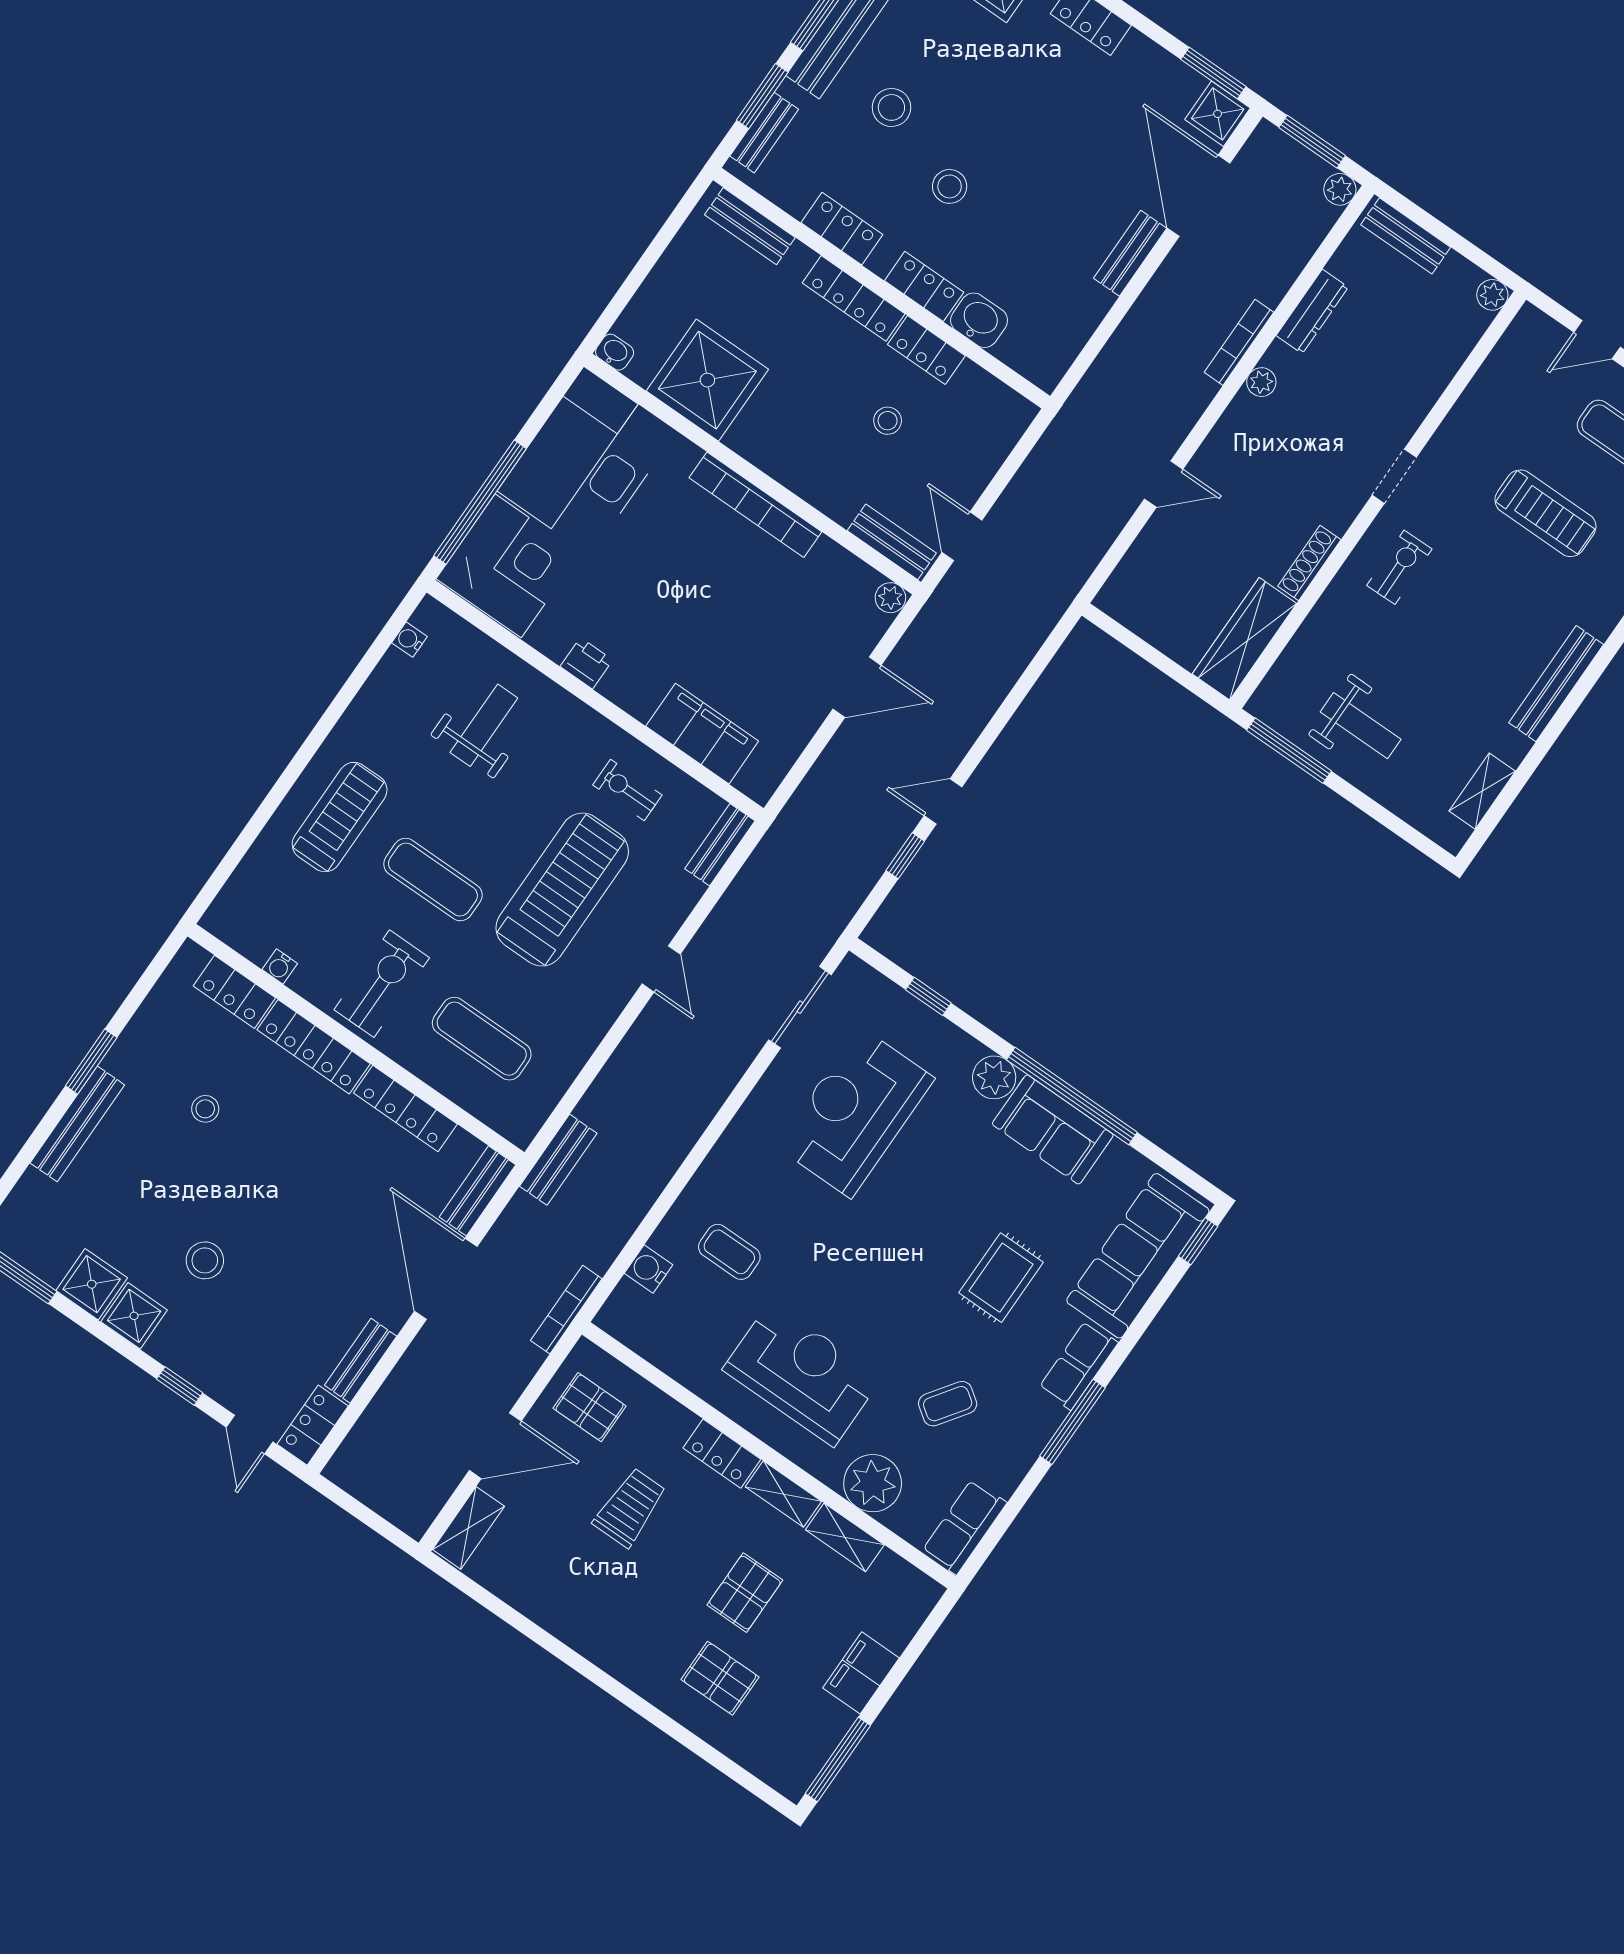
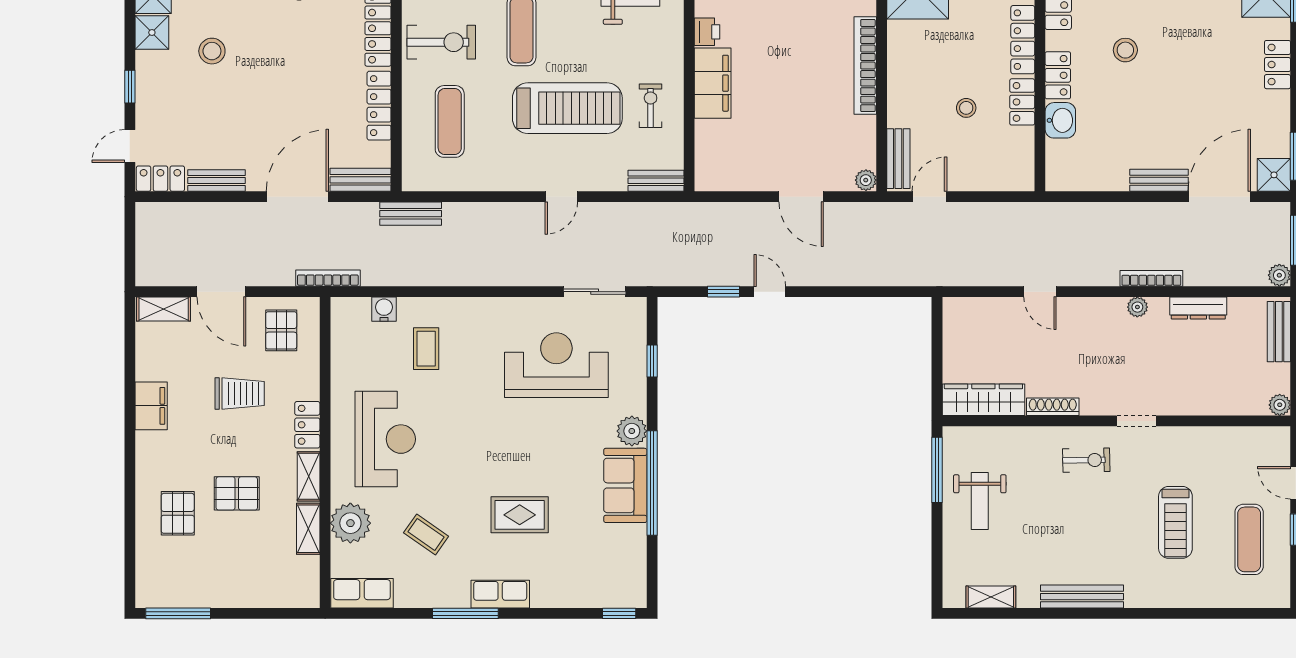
filing cabinet: (702, 734) -> (713, 83), moved
sofa: (1138, 1256) -> (587, 585), removed
filing cabinet: (861, 1673) -> (151, 406), moved, turned 90

